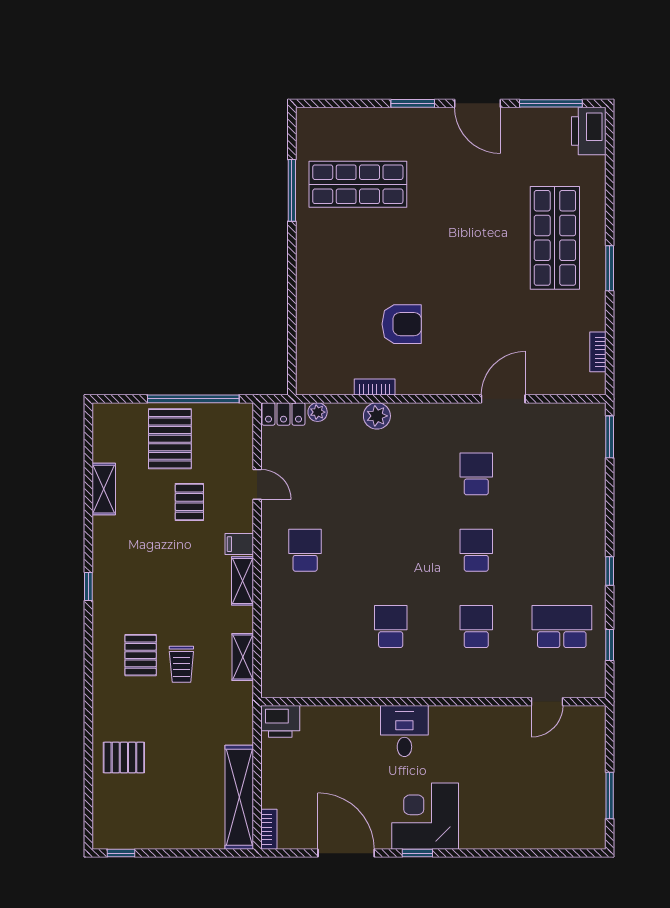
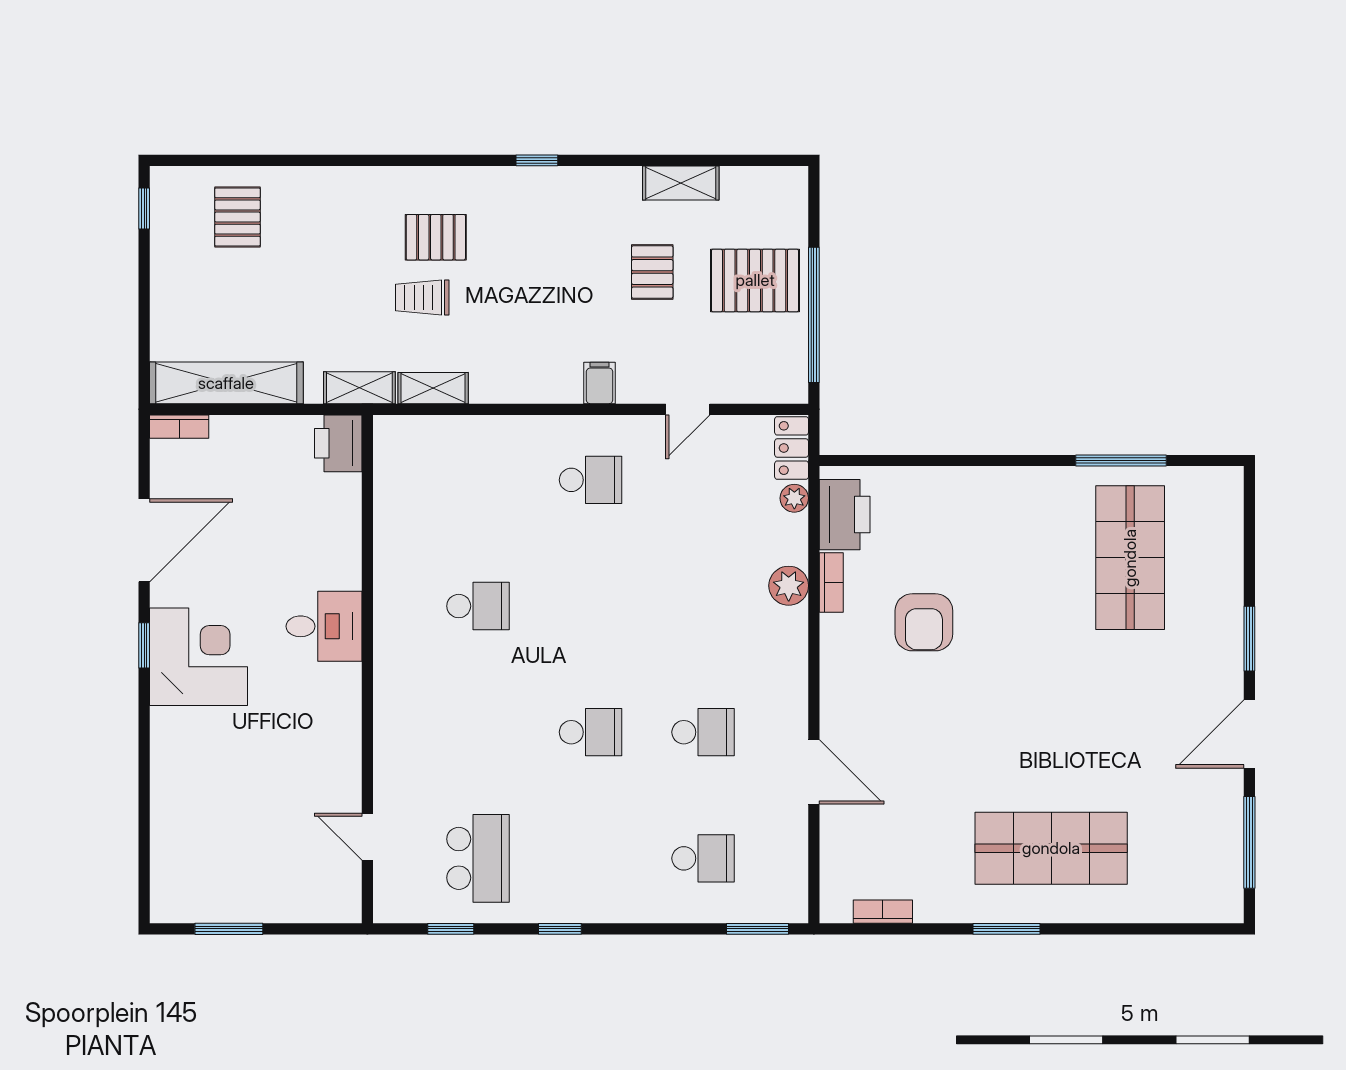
printer: (589, 131) -> (845, 515), moved, turned 90
pallet: (189, 502) -> (652, 272), moved, turned 90
shelving: (243, 581) -> (359, 388), moved
school desk: (476, 627) -> (703, 858), moved
pallet: (124, 757) -> (237, 217), moved

